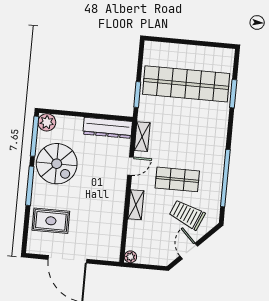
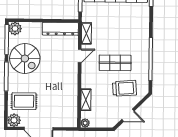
shelving: (136, 205) -> (86, 100), moved
trolley: (187, 215) -> (124, 88), turned 153
plant: (35, 245) -> (14, 120), added
door: (189, 251) -> (128, 115), swing flipped

